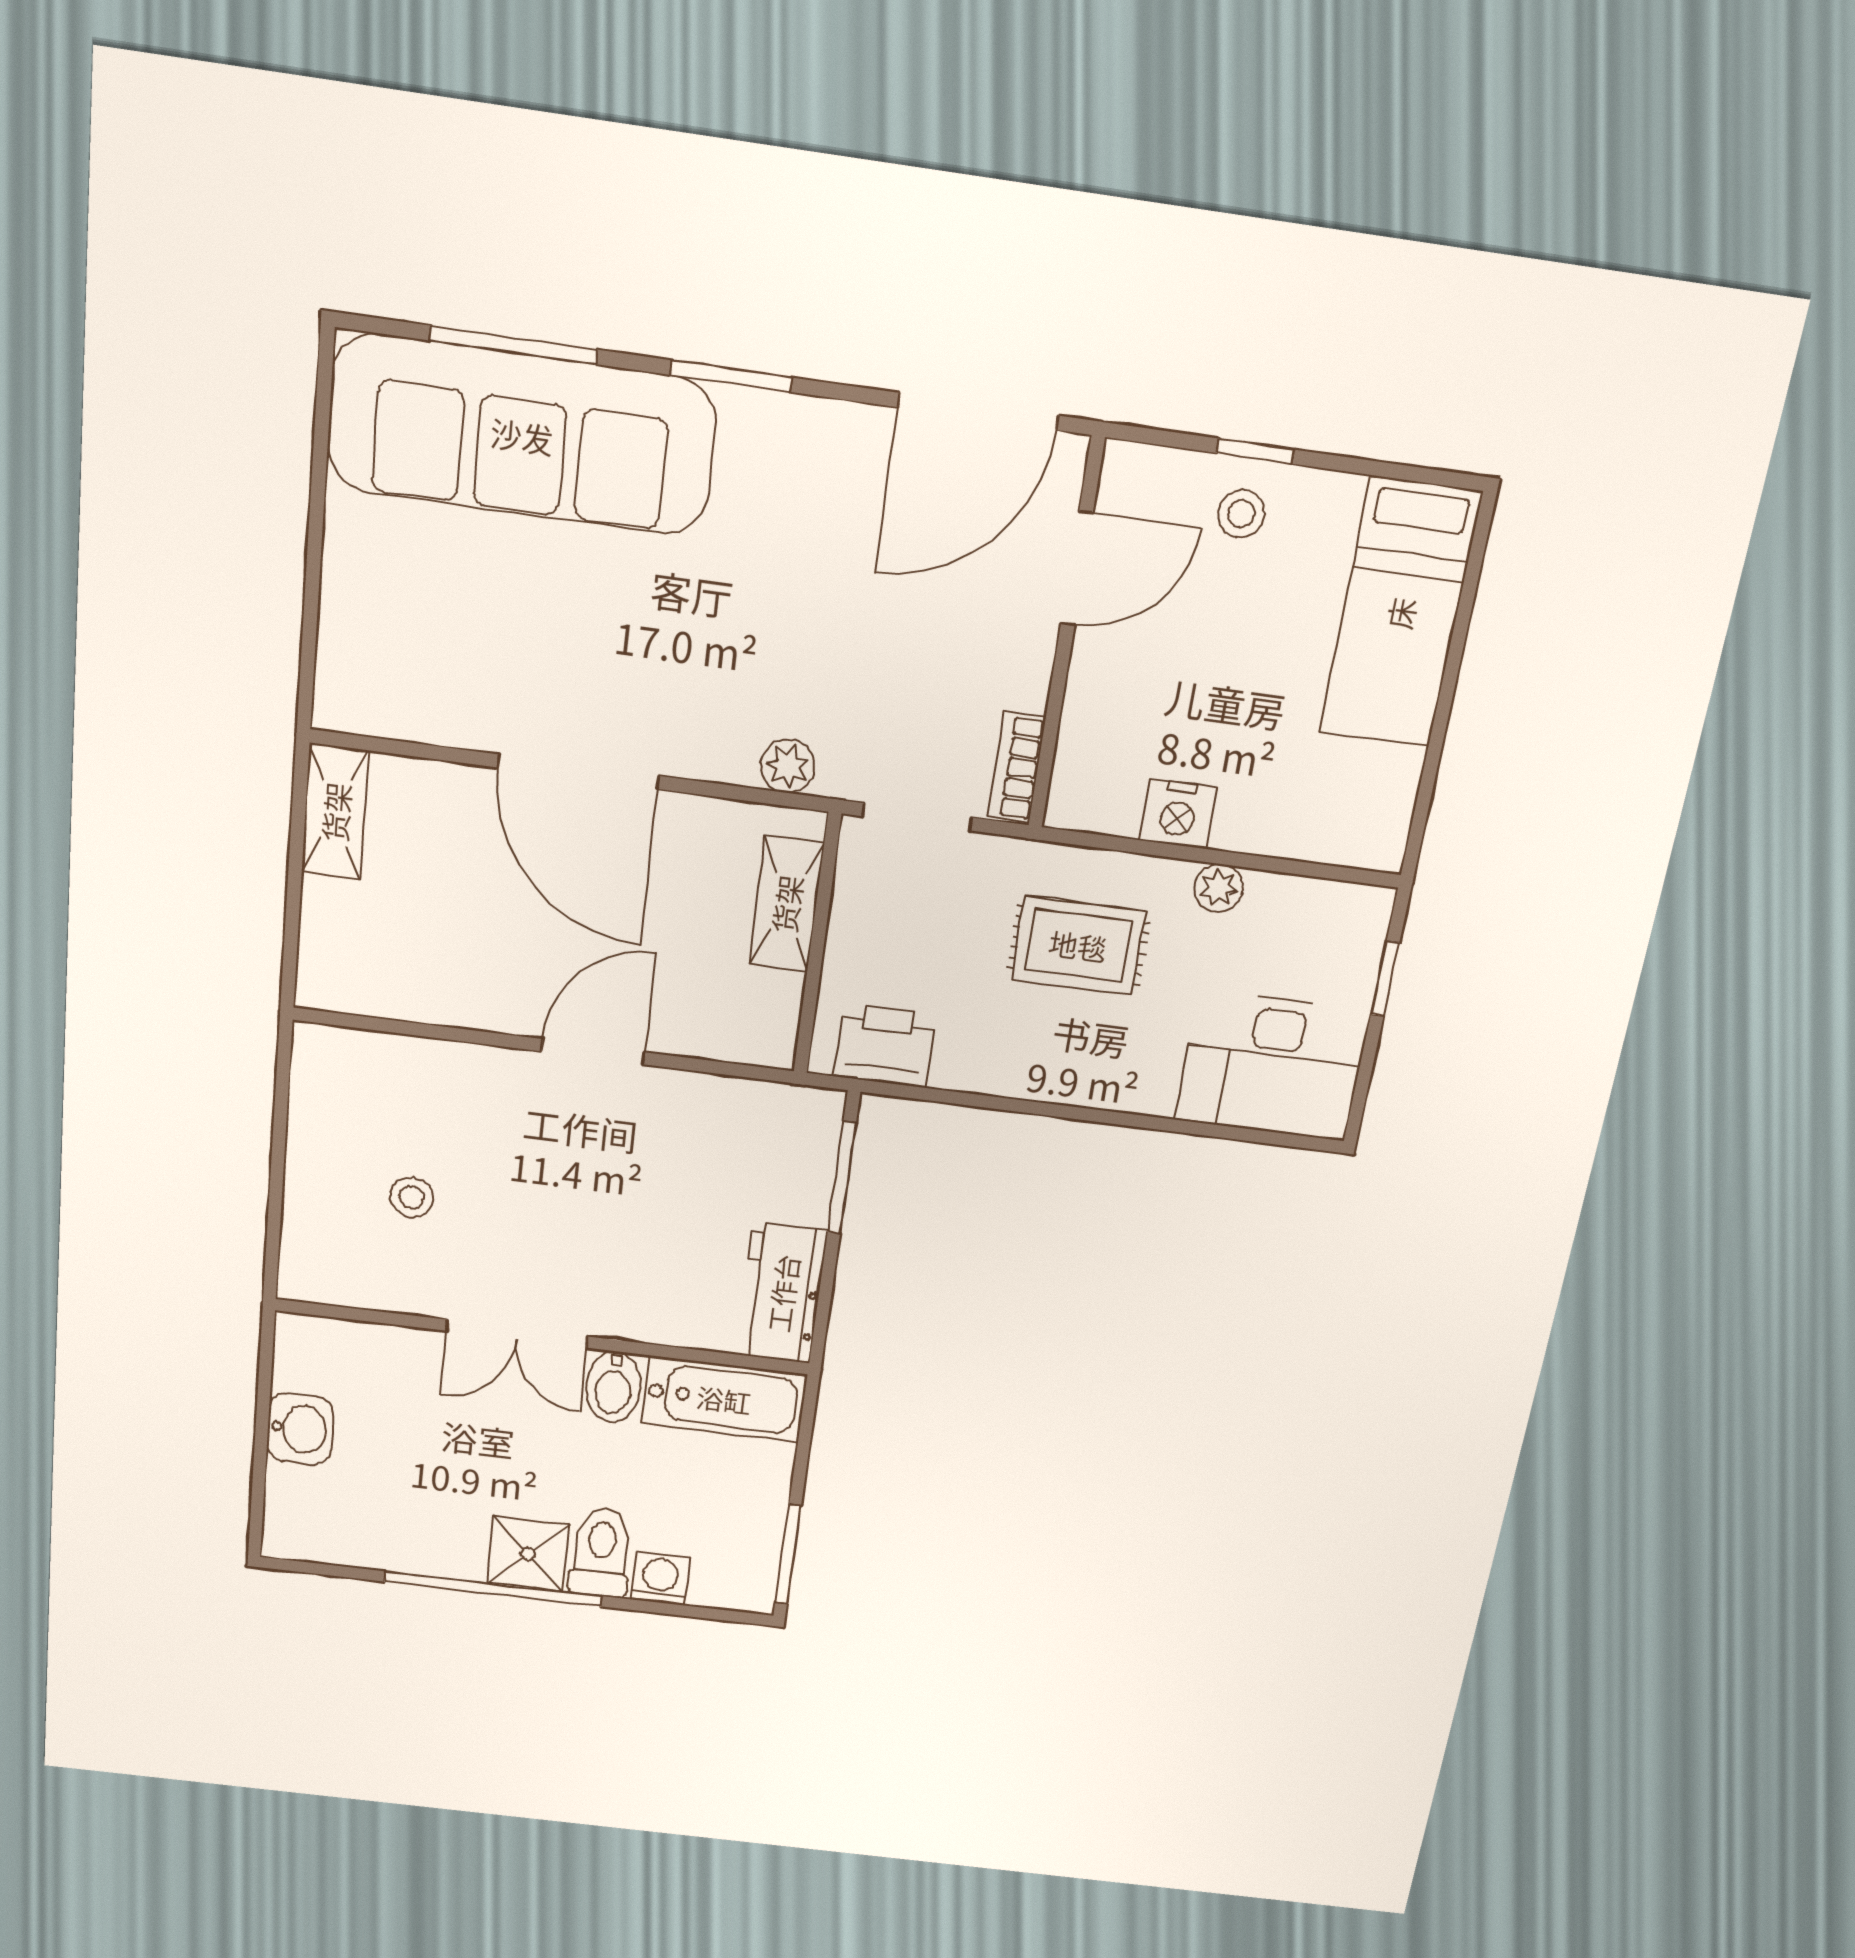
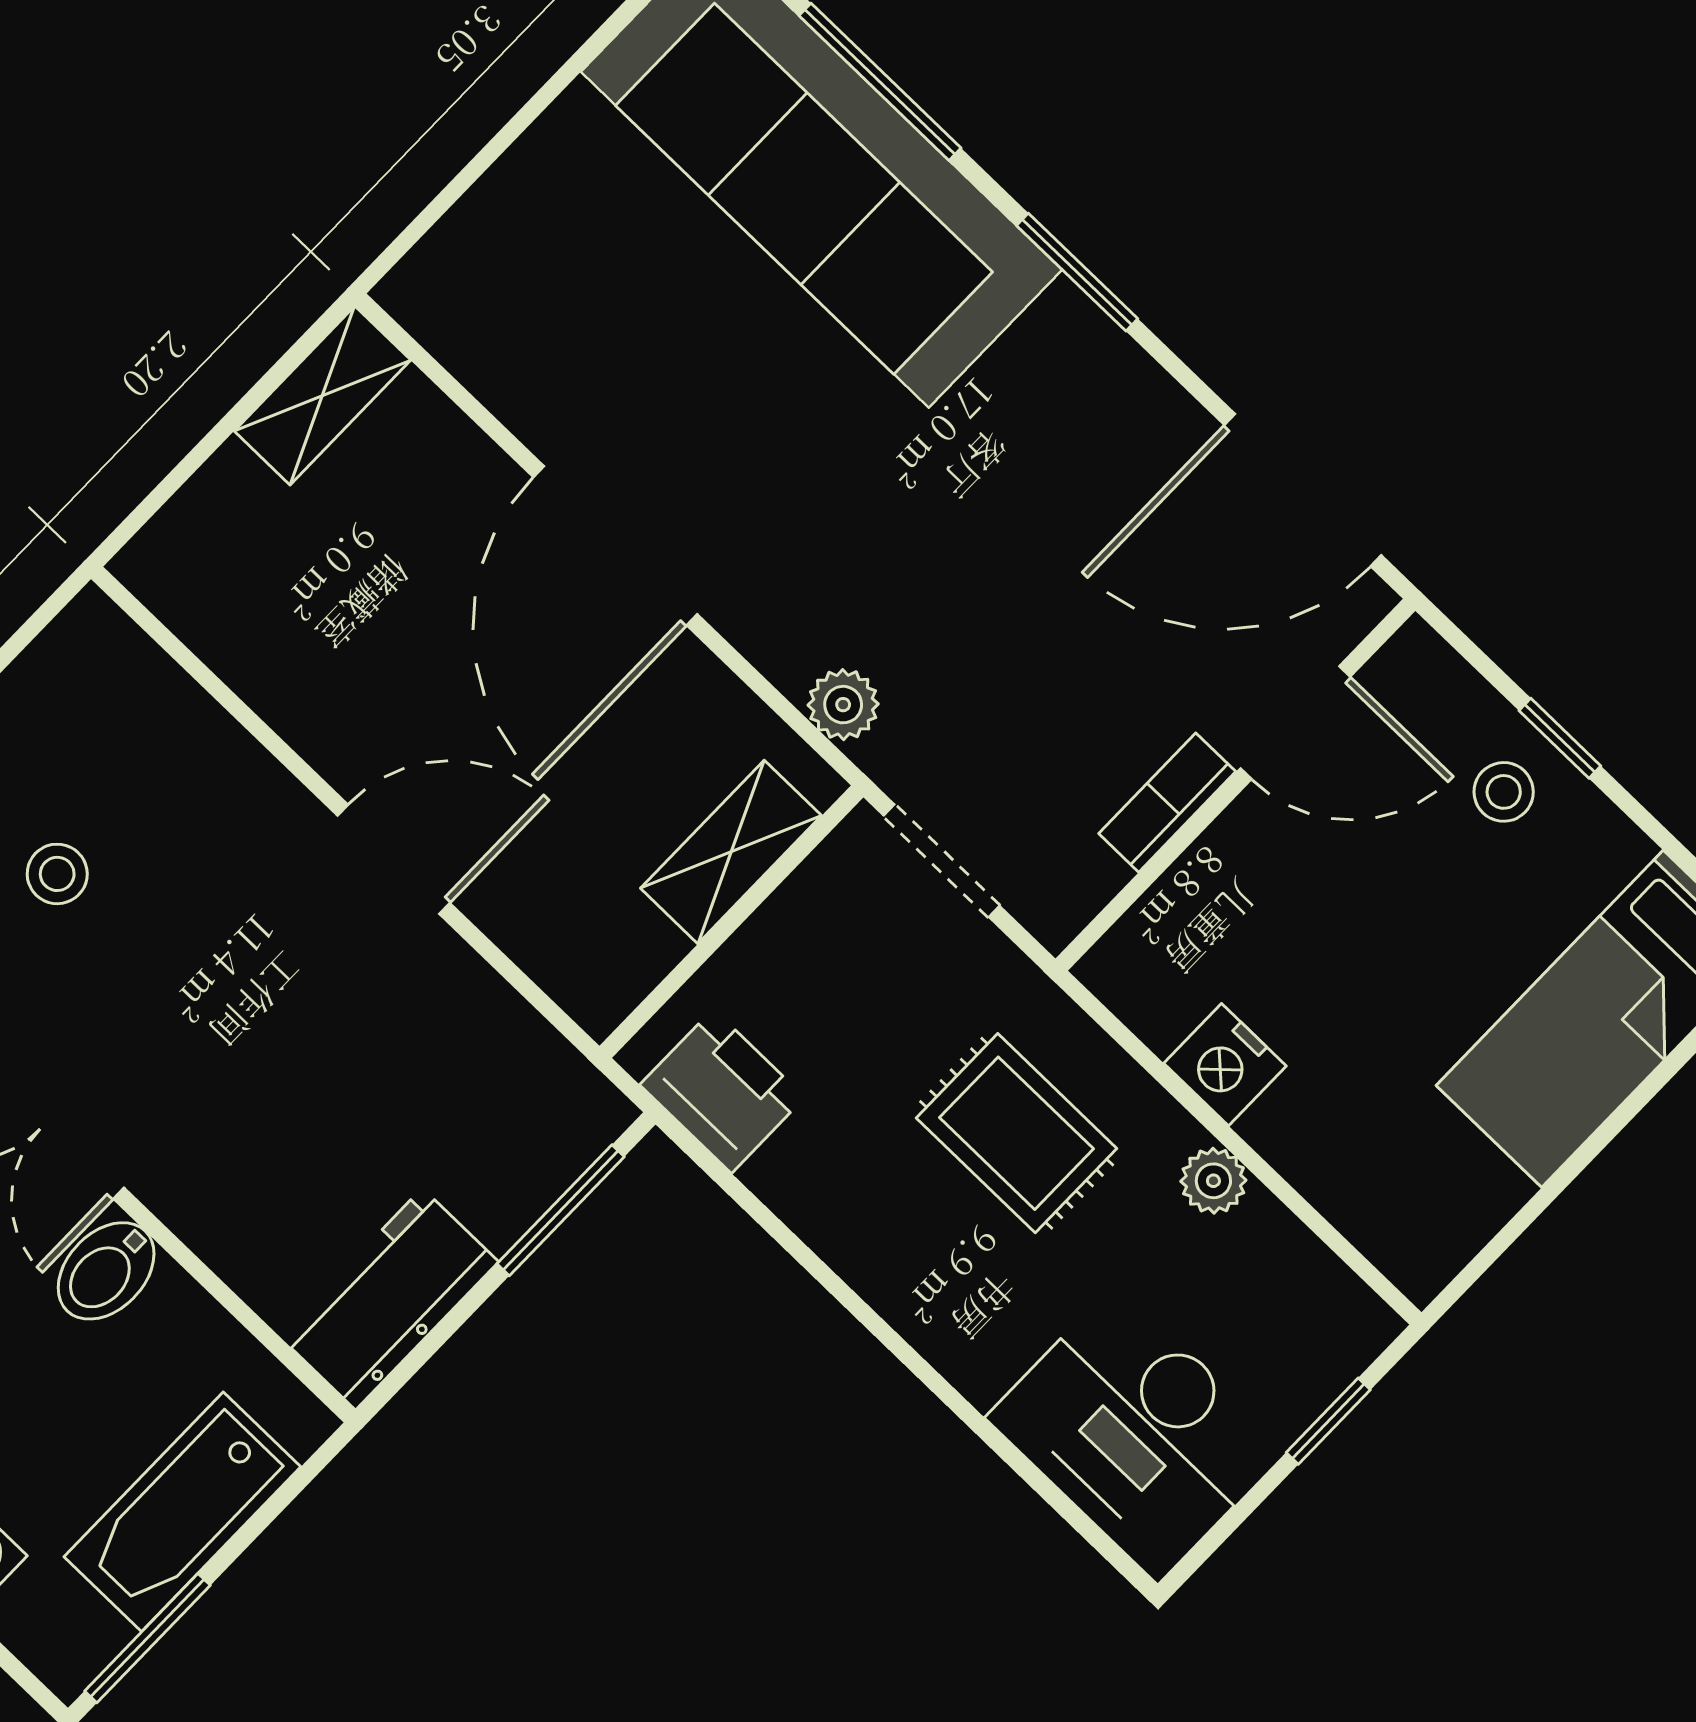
bookcase: (1017, 768) -> (1167, 803), moved
bathtub: (724, 1399) -> (182, 1512), moved, turned 90

